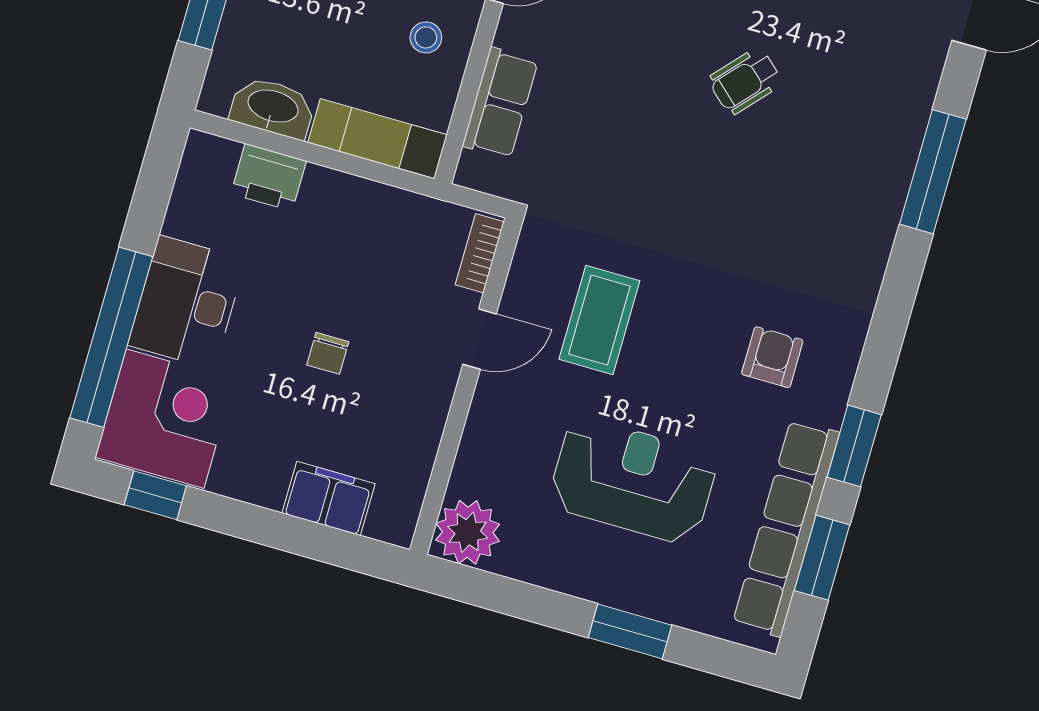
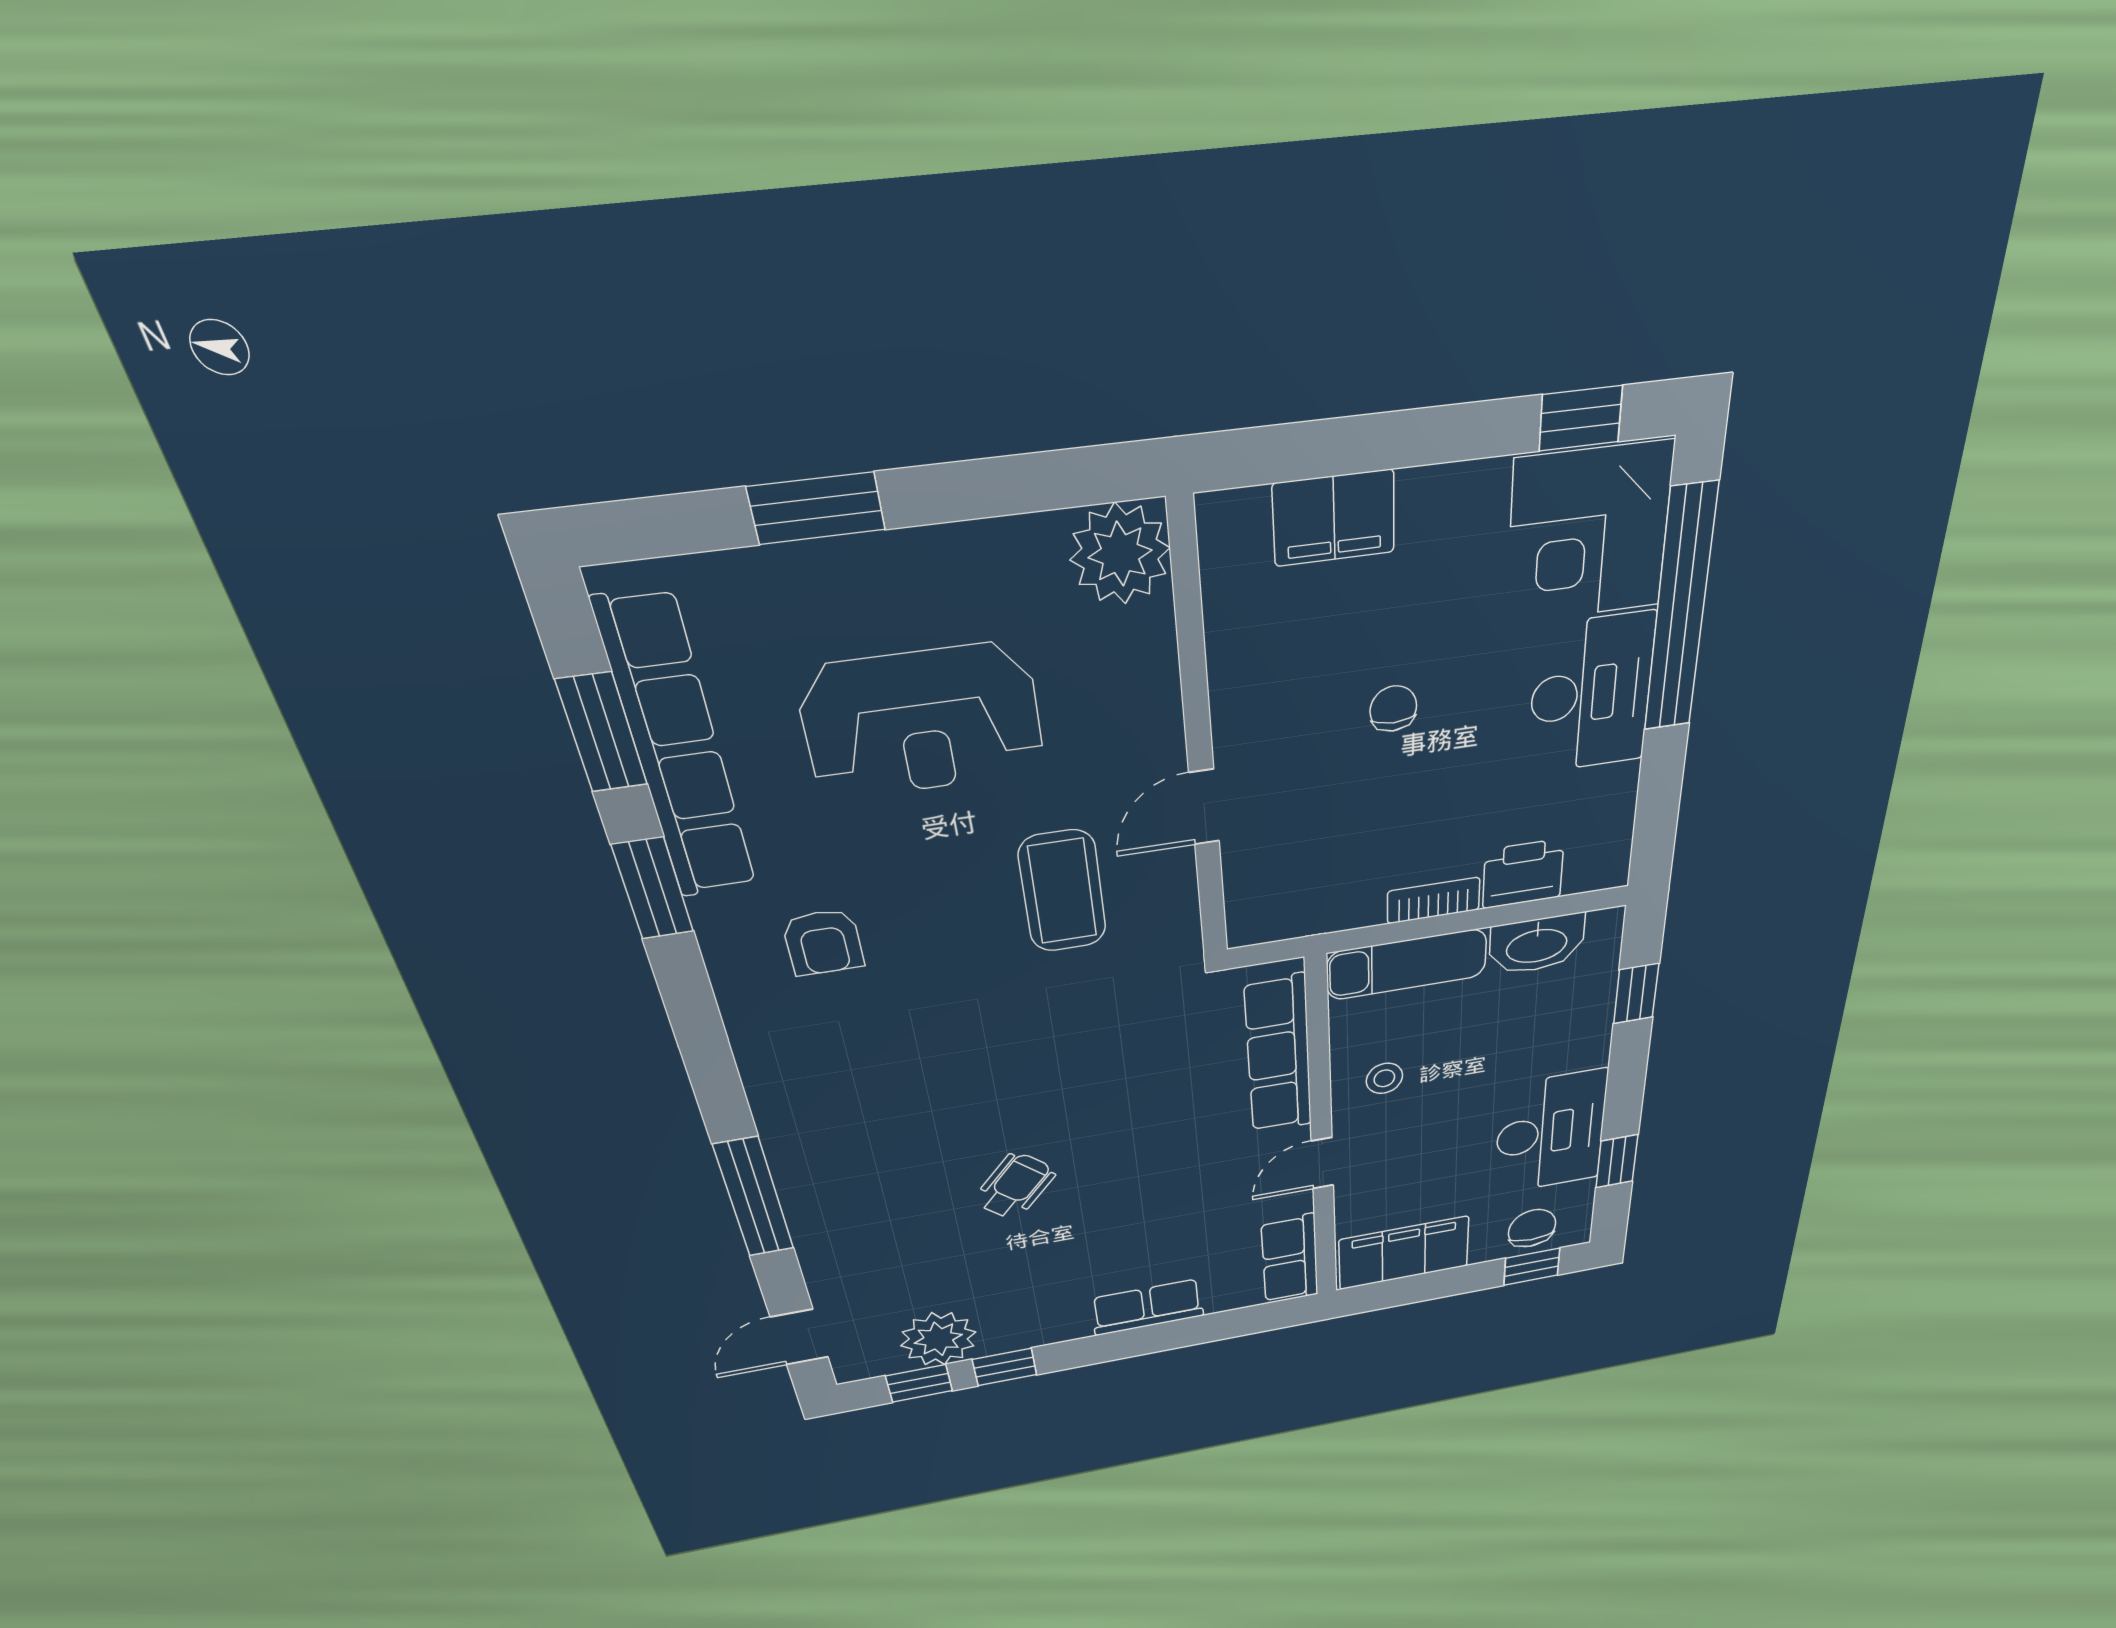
row of seats: (500, 103) -> (1278, 1055), width x1.48
bookcase: (480, 253) -> (1434, 900), moved, turned -90

